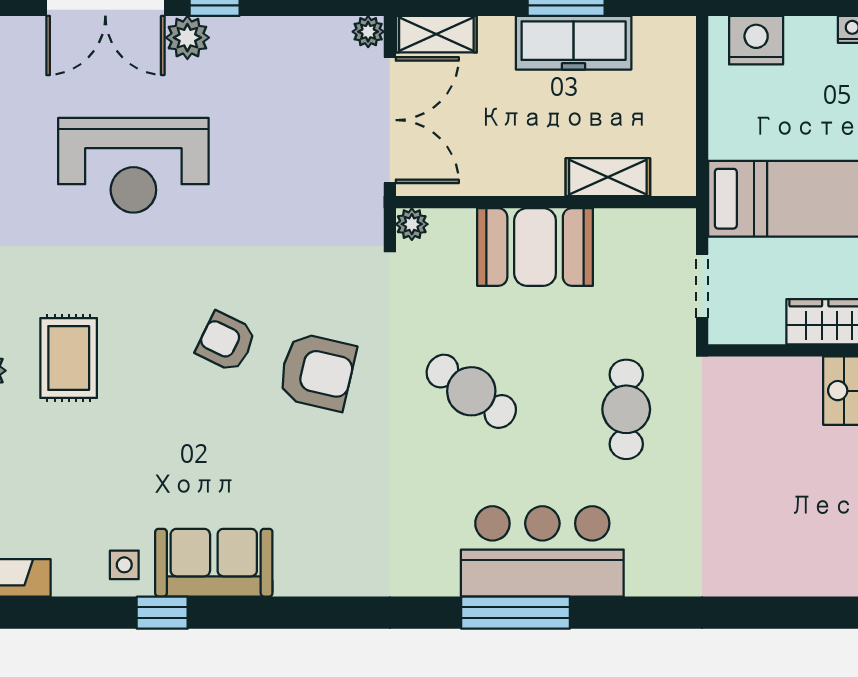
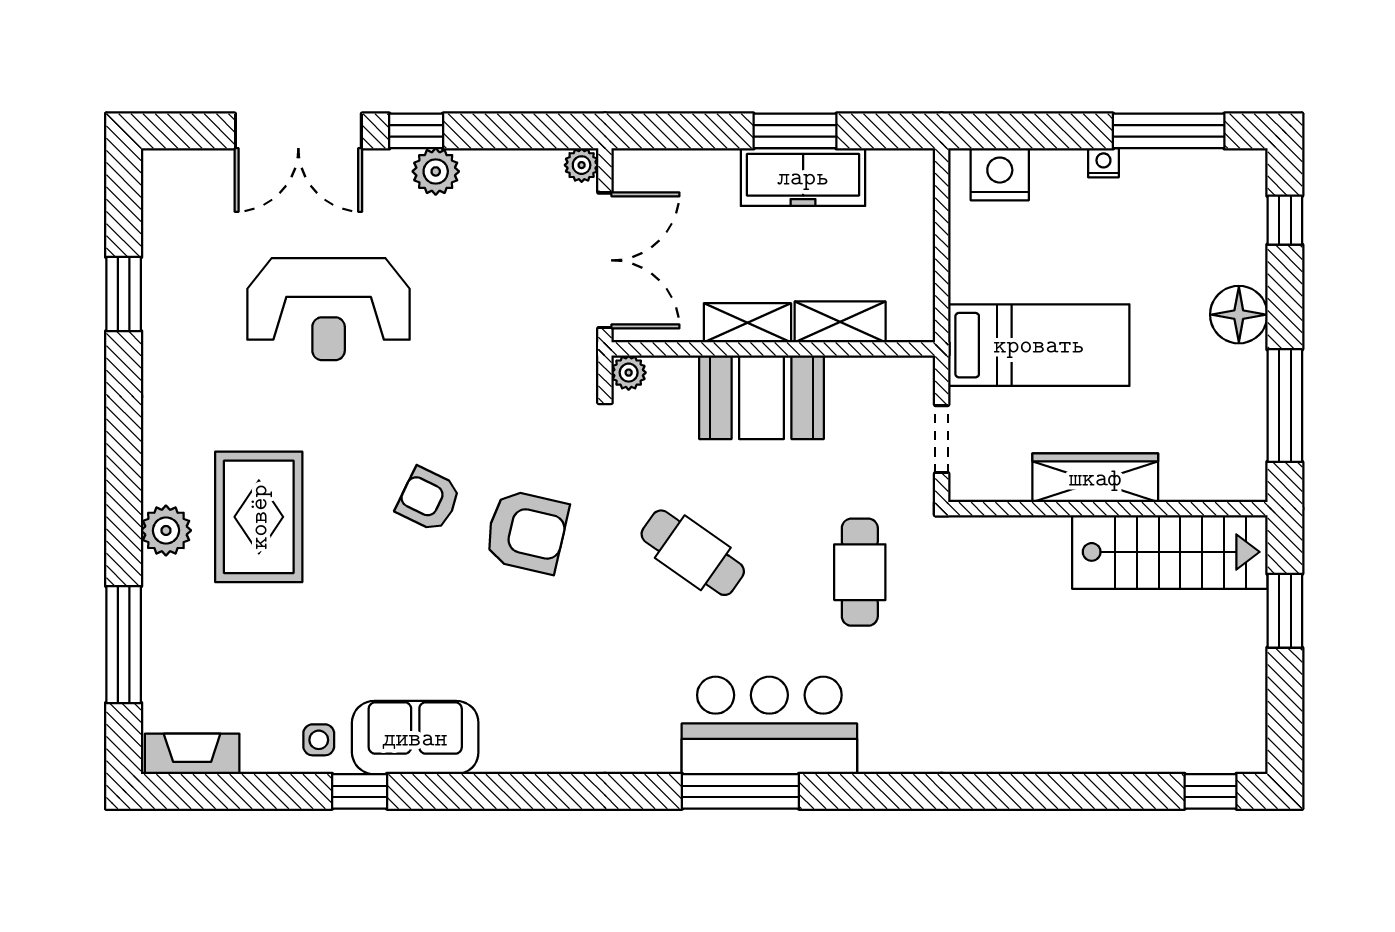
shelving: (436, 34) -> (747, 323), moved
plant: (187, 38) -> (436, 171), moved
rug: (69, 358) -> (259, 517), width x1.36, depth x1.43

